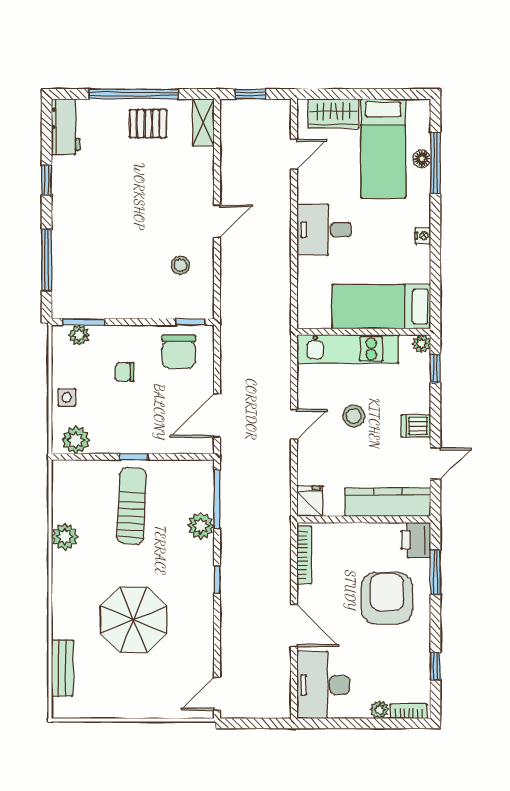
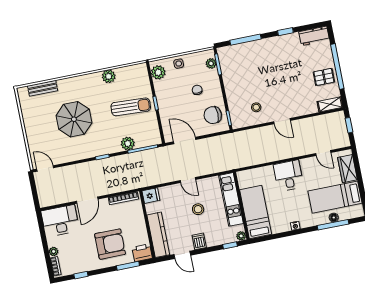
pallet: (148, 124) -> (324, 77), turned 90

